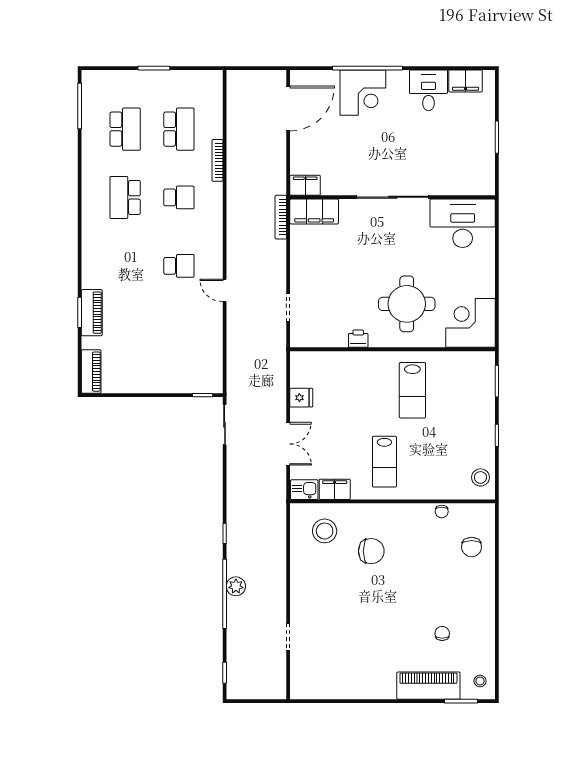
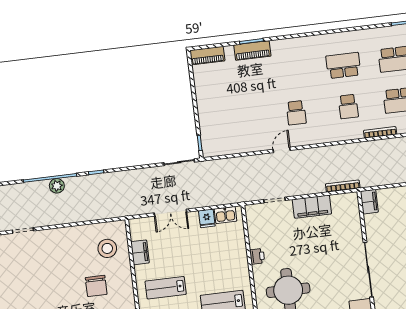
filing cabinet: (314, 212) -> (312, 207), moved, turned -90
kitchen sink: (304, 490) -> (225, 215), moved, turned 90

